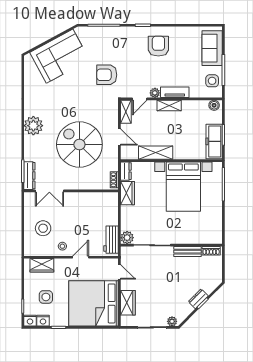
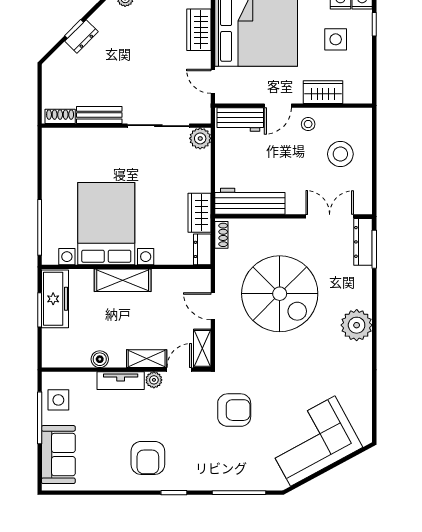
boiler: (214, 105) -> (100, 359), moved
shelving: (169, 106) -> (147, 359), moved
shelving: (156, 153) -> (123, 280), moved
workbench: (97, 200) -> (250, 201), added
workbench: (111, 240) -> (240, 120), moved, turned 90
wardrobe: (42, 265) -> (323, 92), moved

